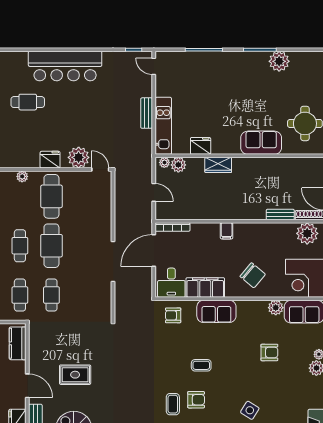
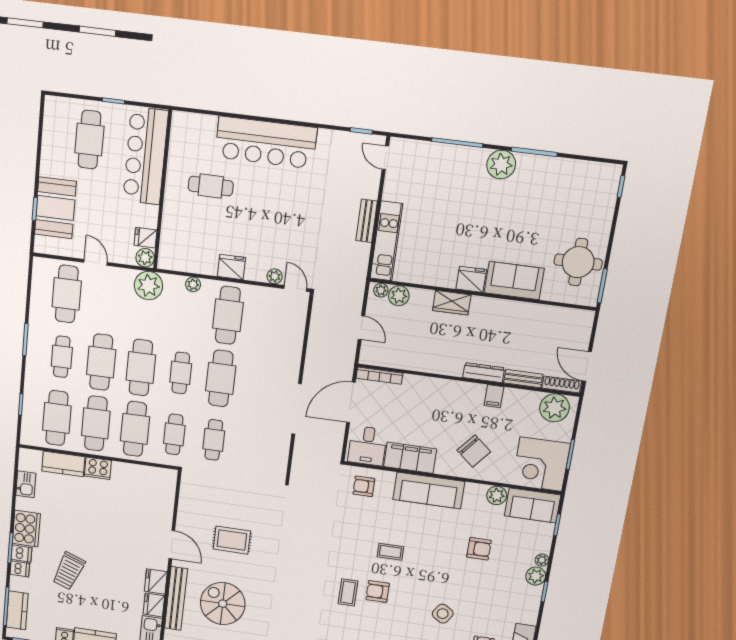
plant: (279, 61) -> (501, 165), moved
fridge: (201, 146) -> (471, 279), moved
plant: (79, 157) -> (275, 276), width x0.53, depth x0.53
dresser: (250, 214) -> (484, 373), added
filing cabinet: (227, 231) -> (494, 396), moved
sofa: (216, 311) -> (429, 491), width x1.36
kitchen counter: (18, 343) -> (165, 493), removed
armchair: (196, 400) -> (378, 591), turned 180

